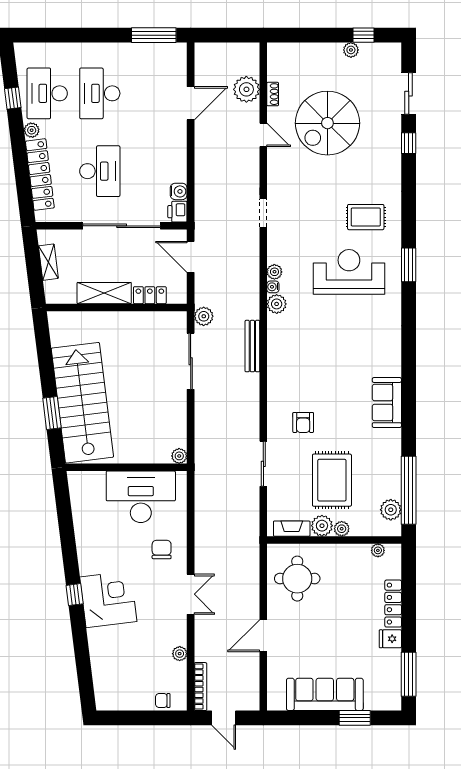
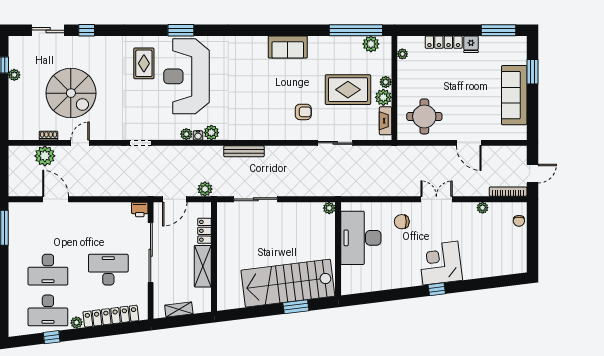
water cooler: (179, 191) -> (124, 208), removed
reception desk: (349, 272) -> (186, 76), width x1.36, depth x1.30
plant: (204, 316) -> (205, 189), moved

